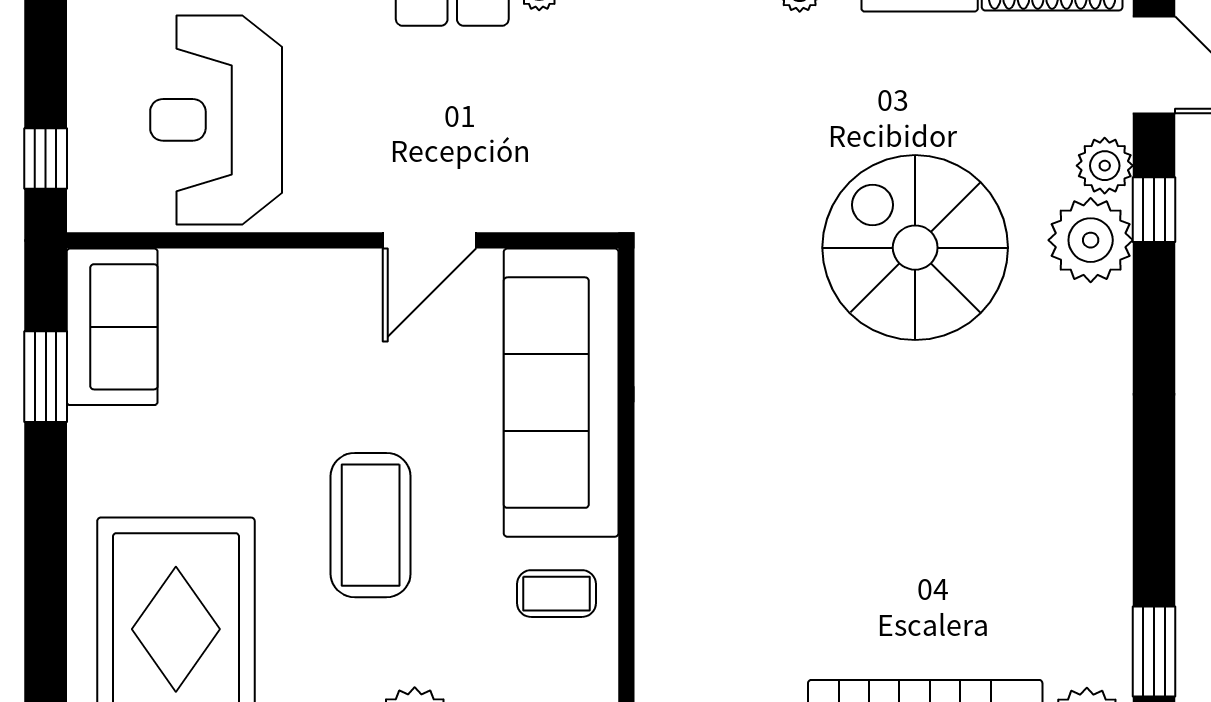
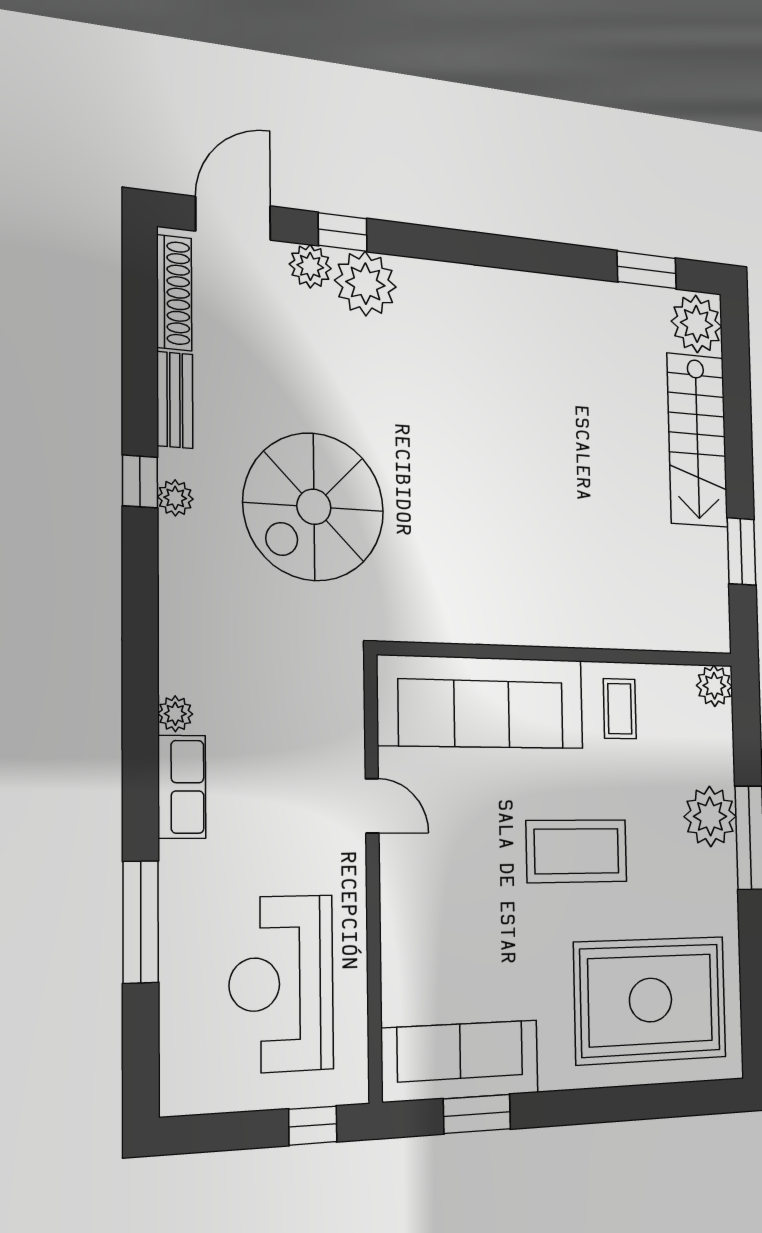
reception desk: (216, 120) -> (281, 984), turned 90
door: (429, 240) -> (372, 806), width x0.73
spiral stairs: (915, 248) -> (314, 507), moved
sofa: (112, 327) -> (460, 1061), width x1.36

